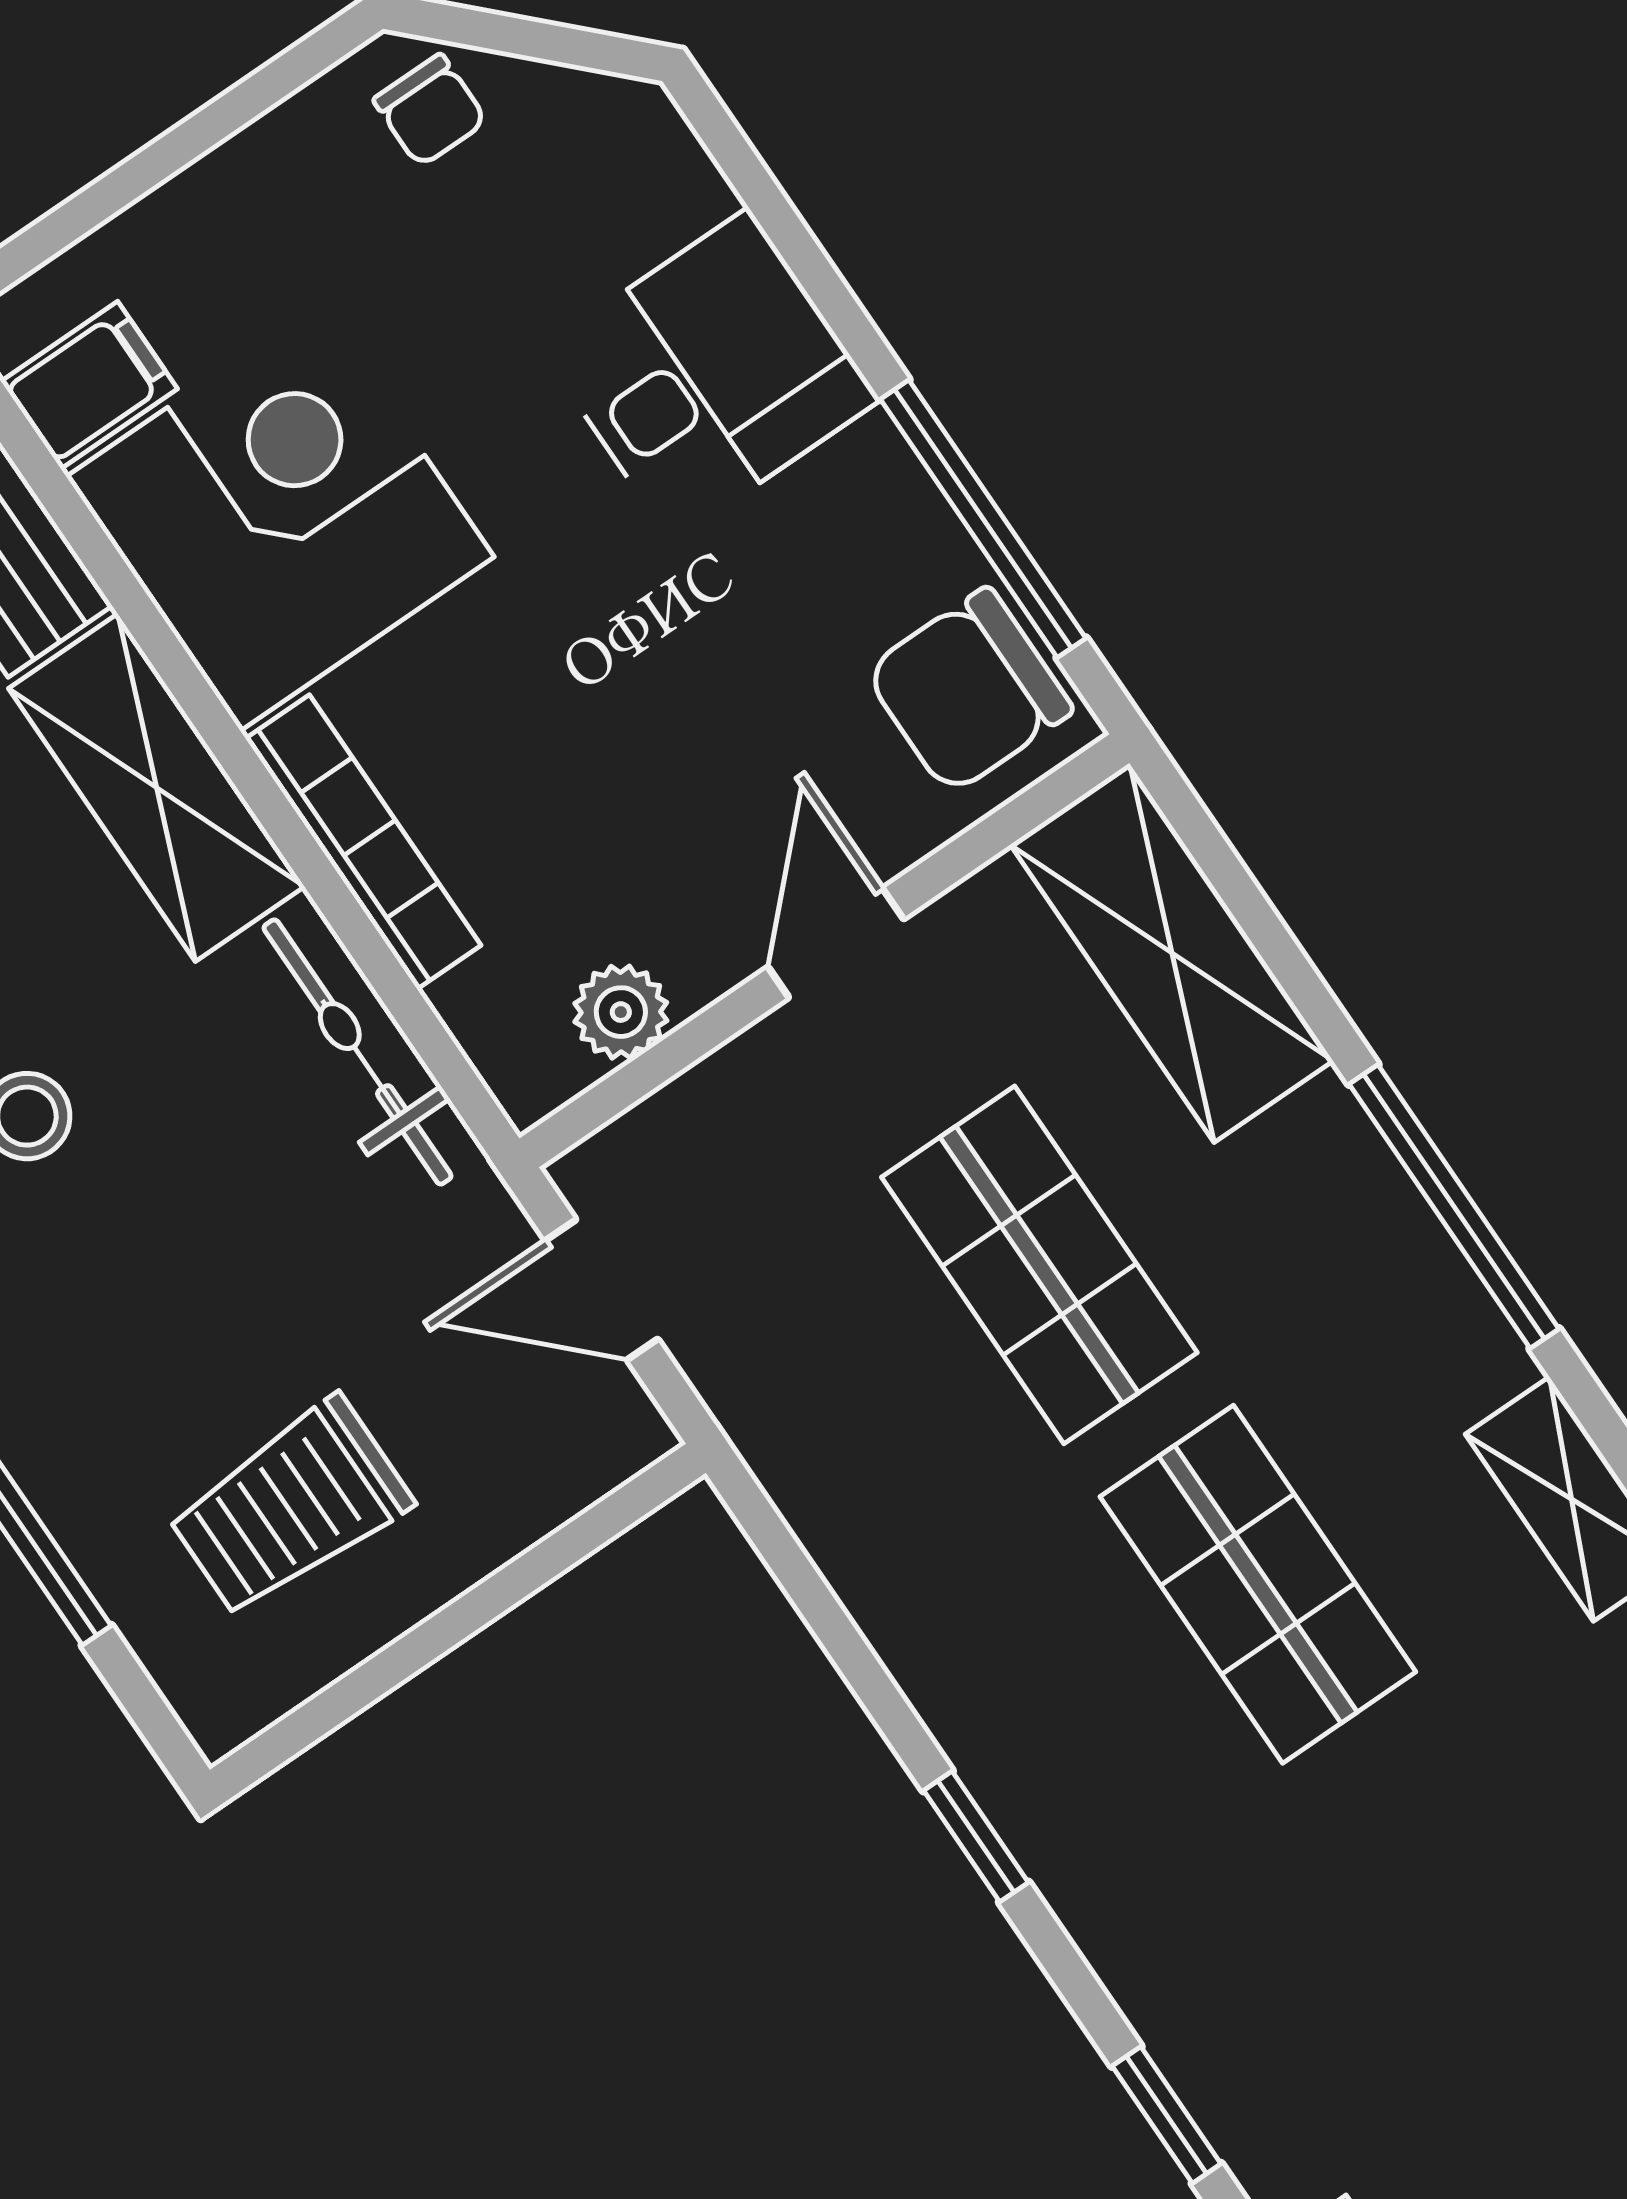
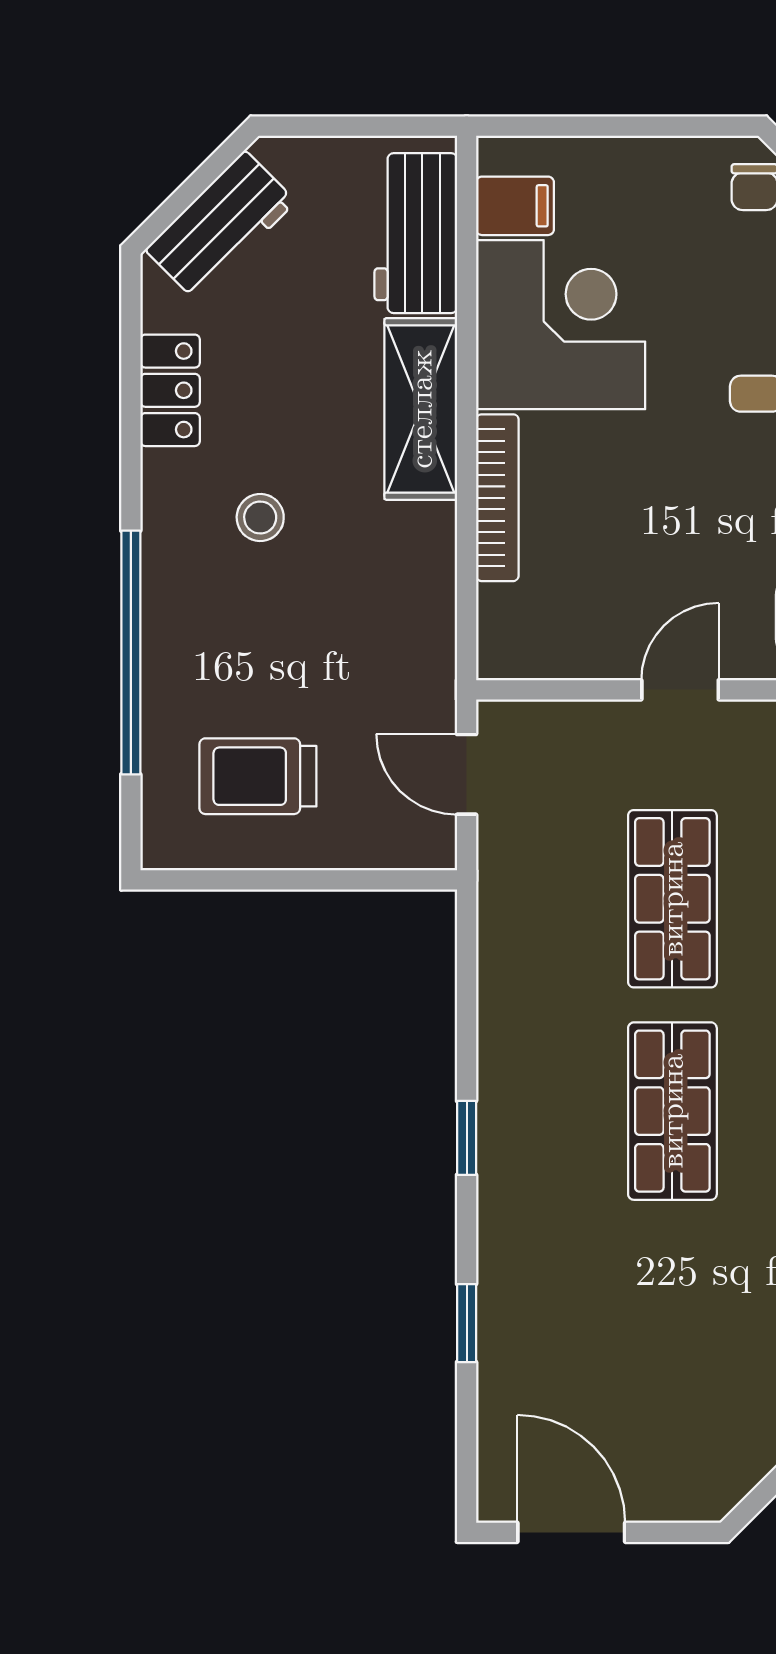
plant: (621, 1012) -> (561, 655), removed
bicycle: (357, 1052) -> (430, 591), removed

